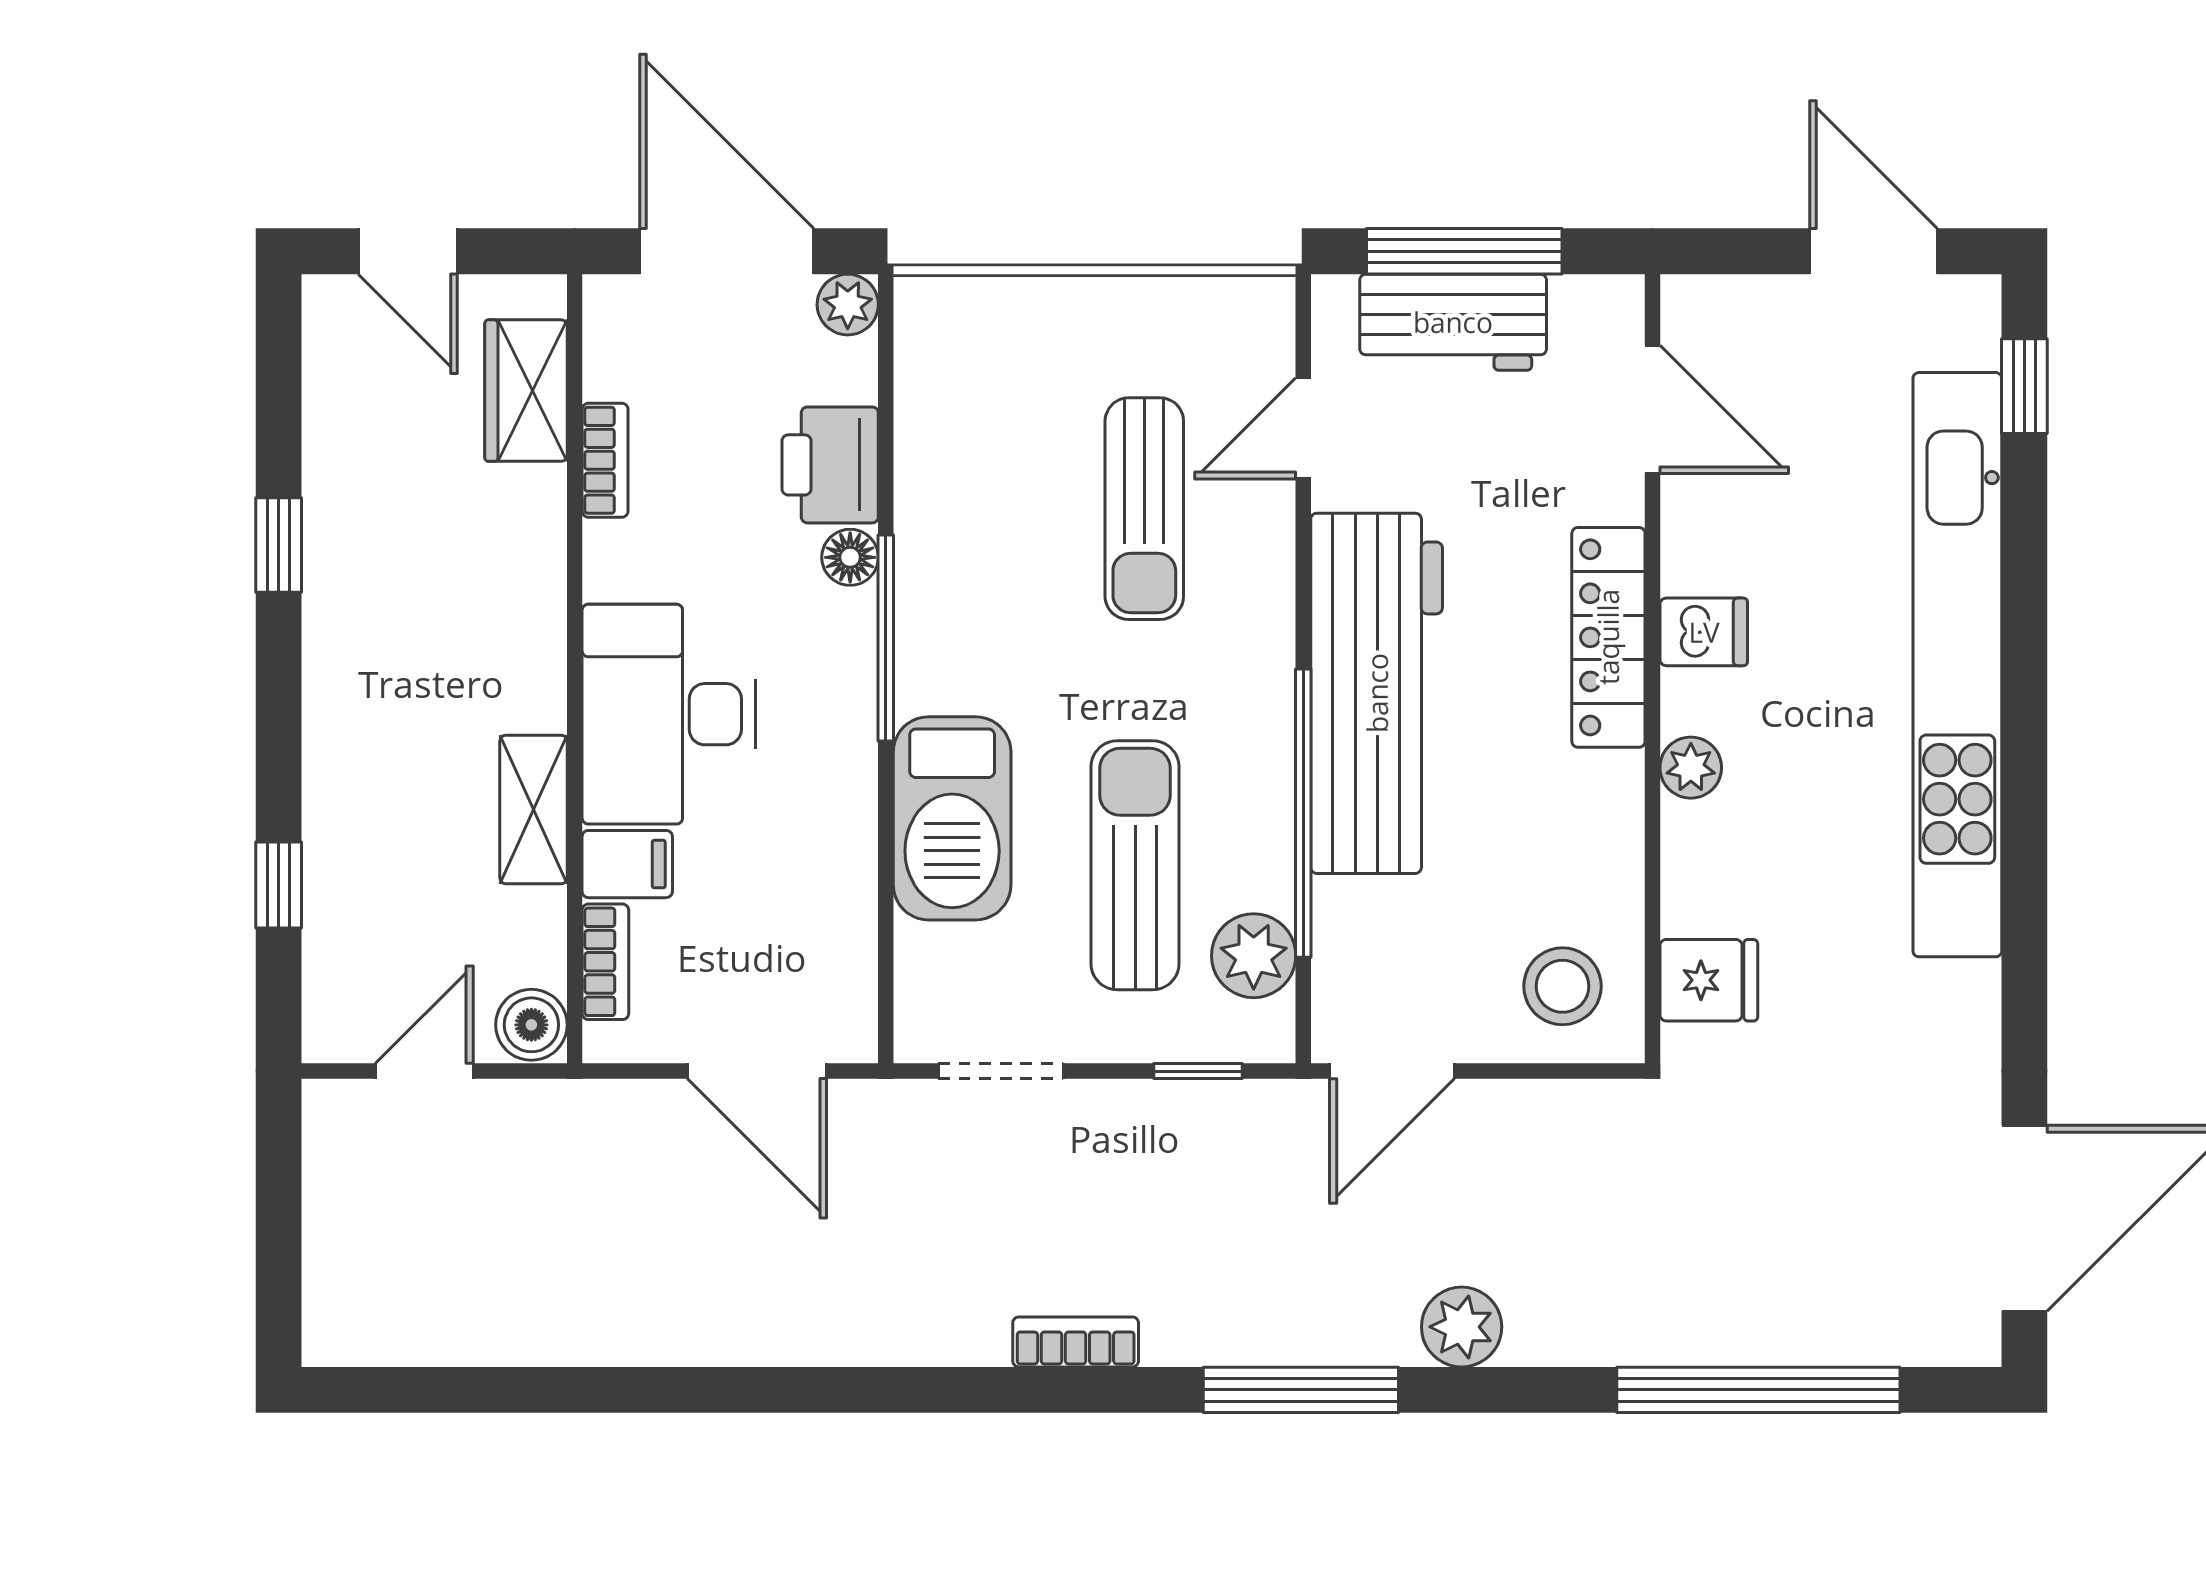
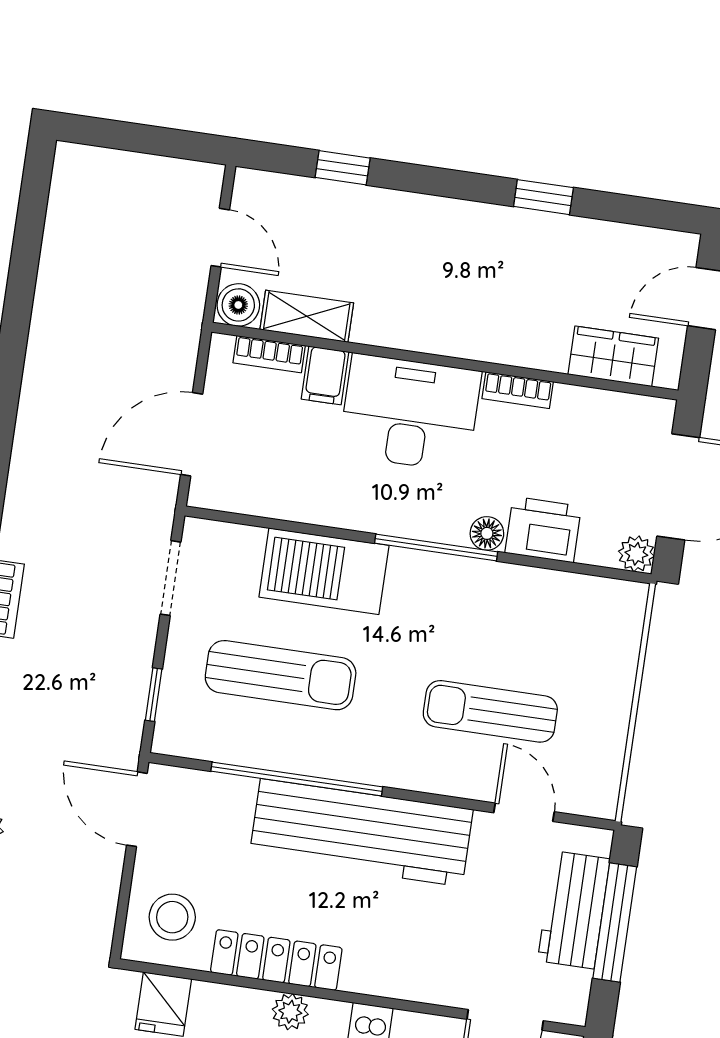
bookcase: (605, 460) -> (518, 390), moved
locker: (1608, 637) -> (276, 960), moved
shelving: (534, 810) -> (307, 316), moved
plant: (1254, 956) -> (217, 737), removed

